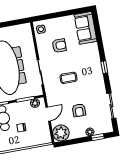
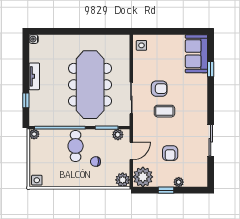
armchair: (59, 46) -> (159, 89), moved
window: (104, 67) -> (211, 69), moved
sliding door: (111, 106) -> (211, 140), moved
window: (98, 137) -> (166, 190), moved
plant: (45, 138) -> (123, 180), added

